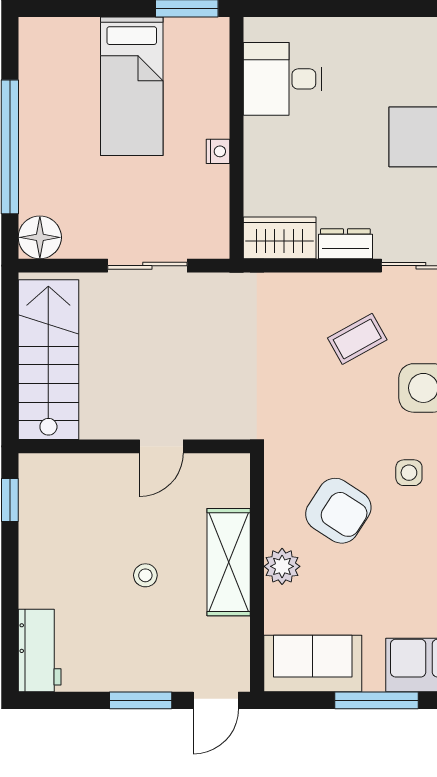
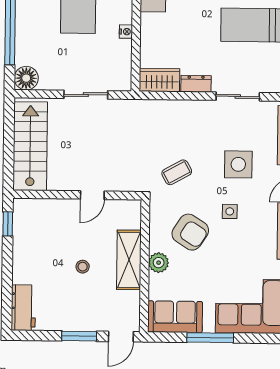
coffee table: (357, 339) -> (177, 172), moved

